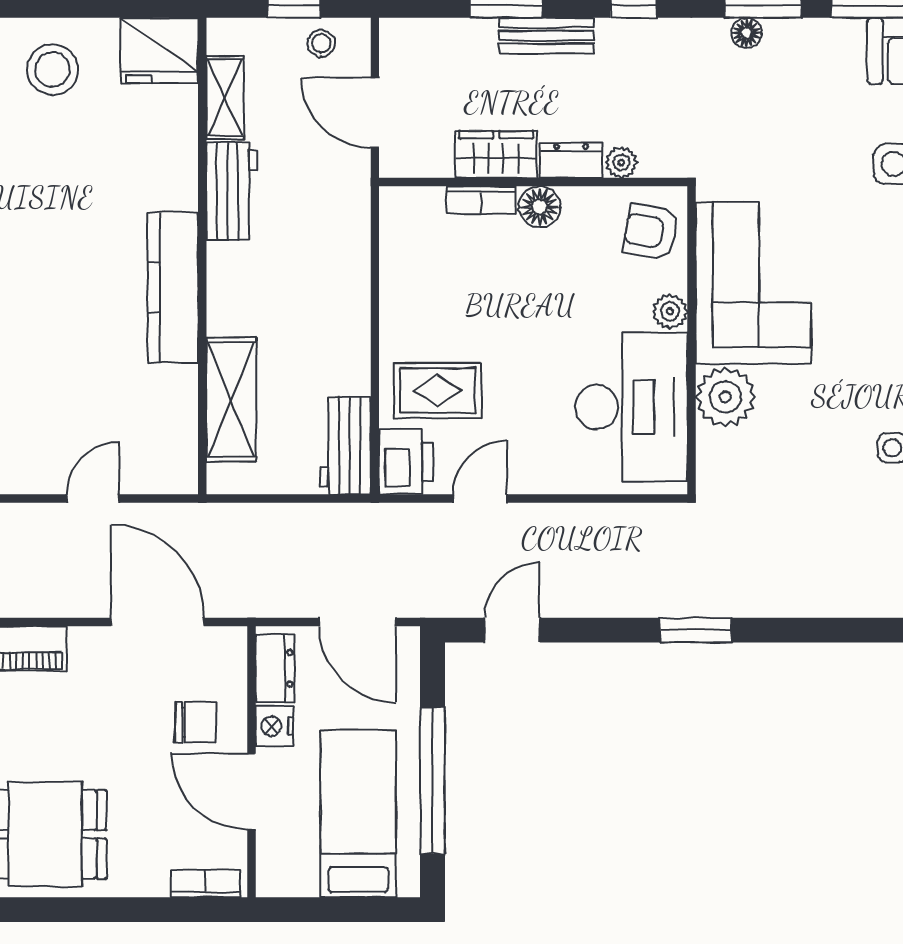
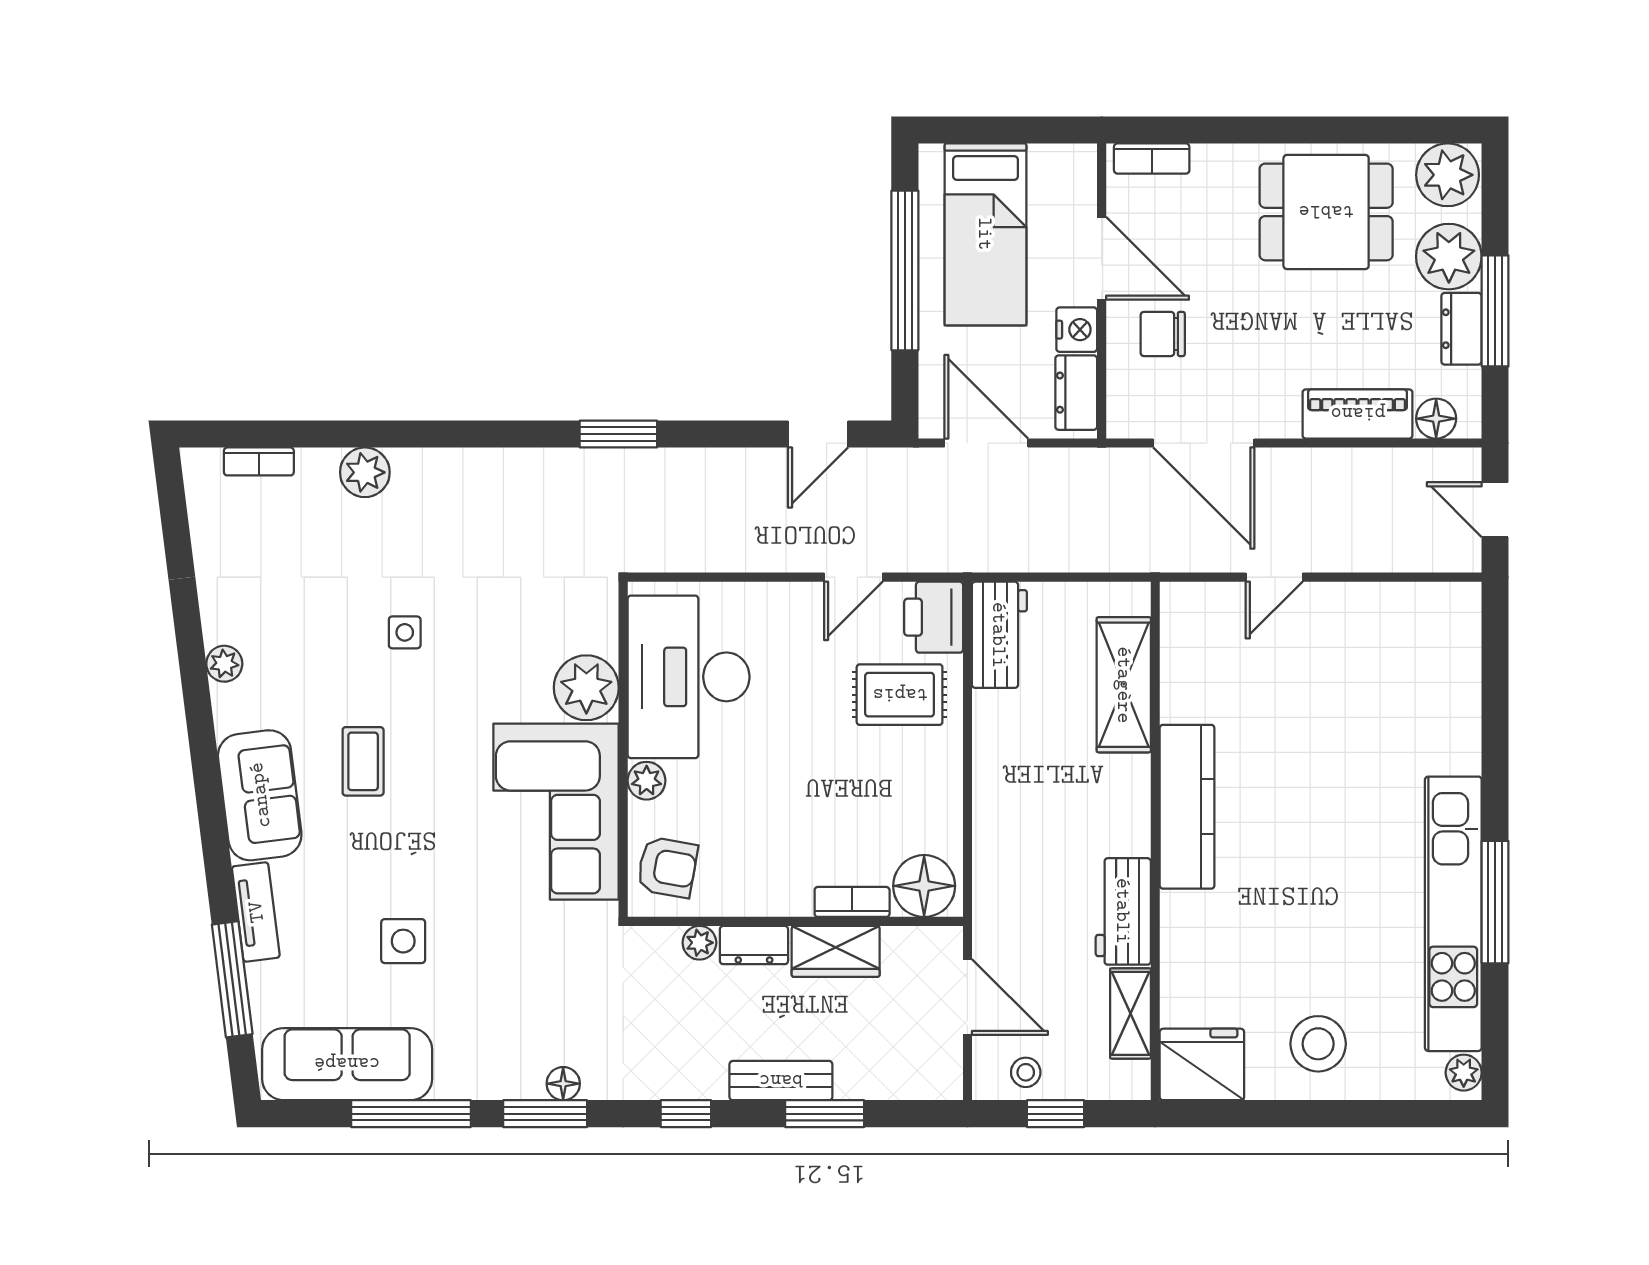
floor lamp: (539, 207) -> (924, 886), moved, width x1.38, depth x1.38

